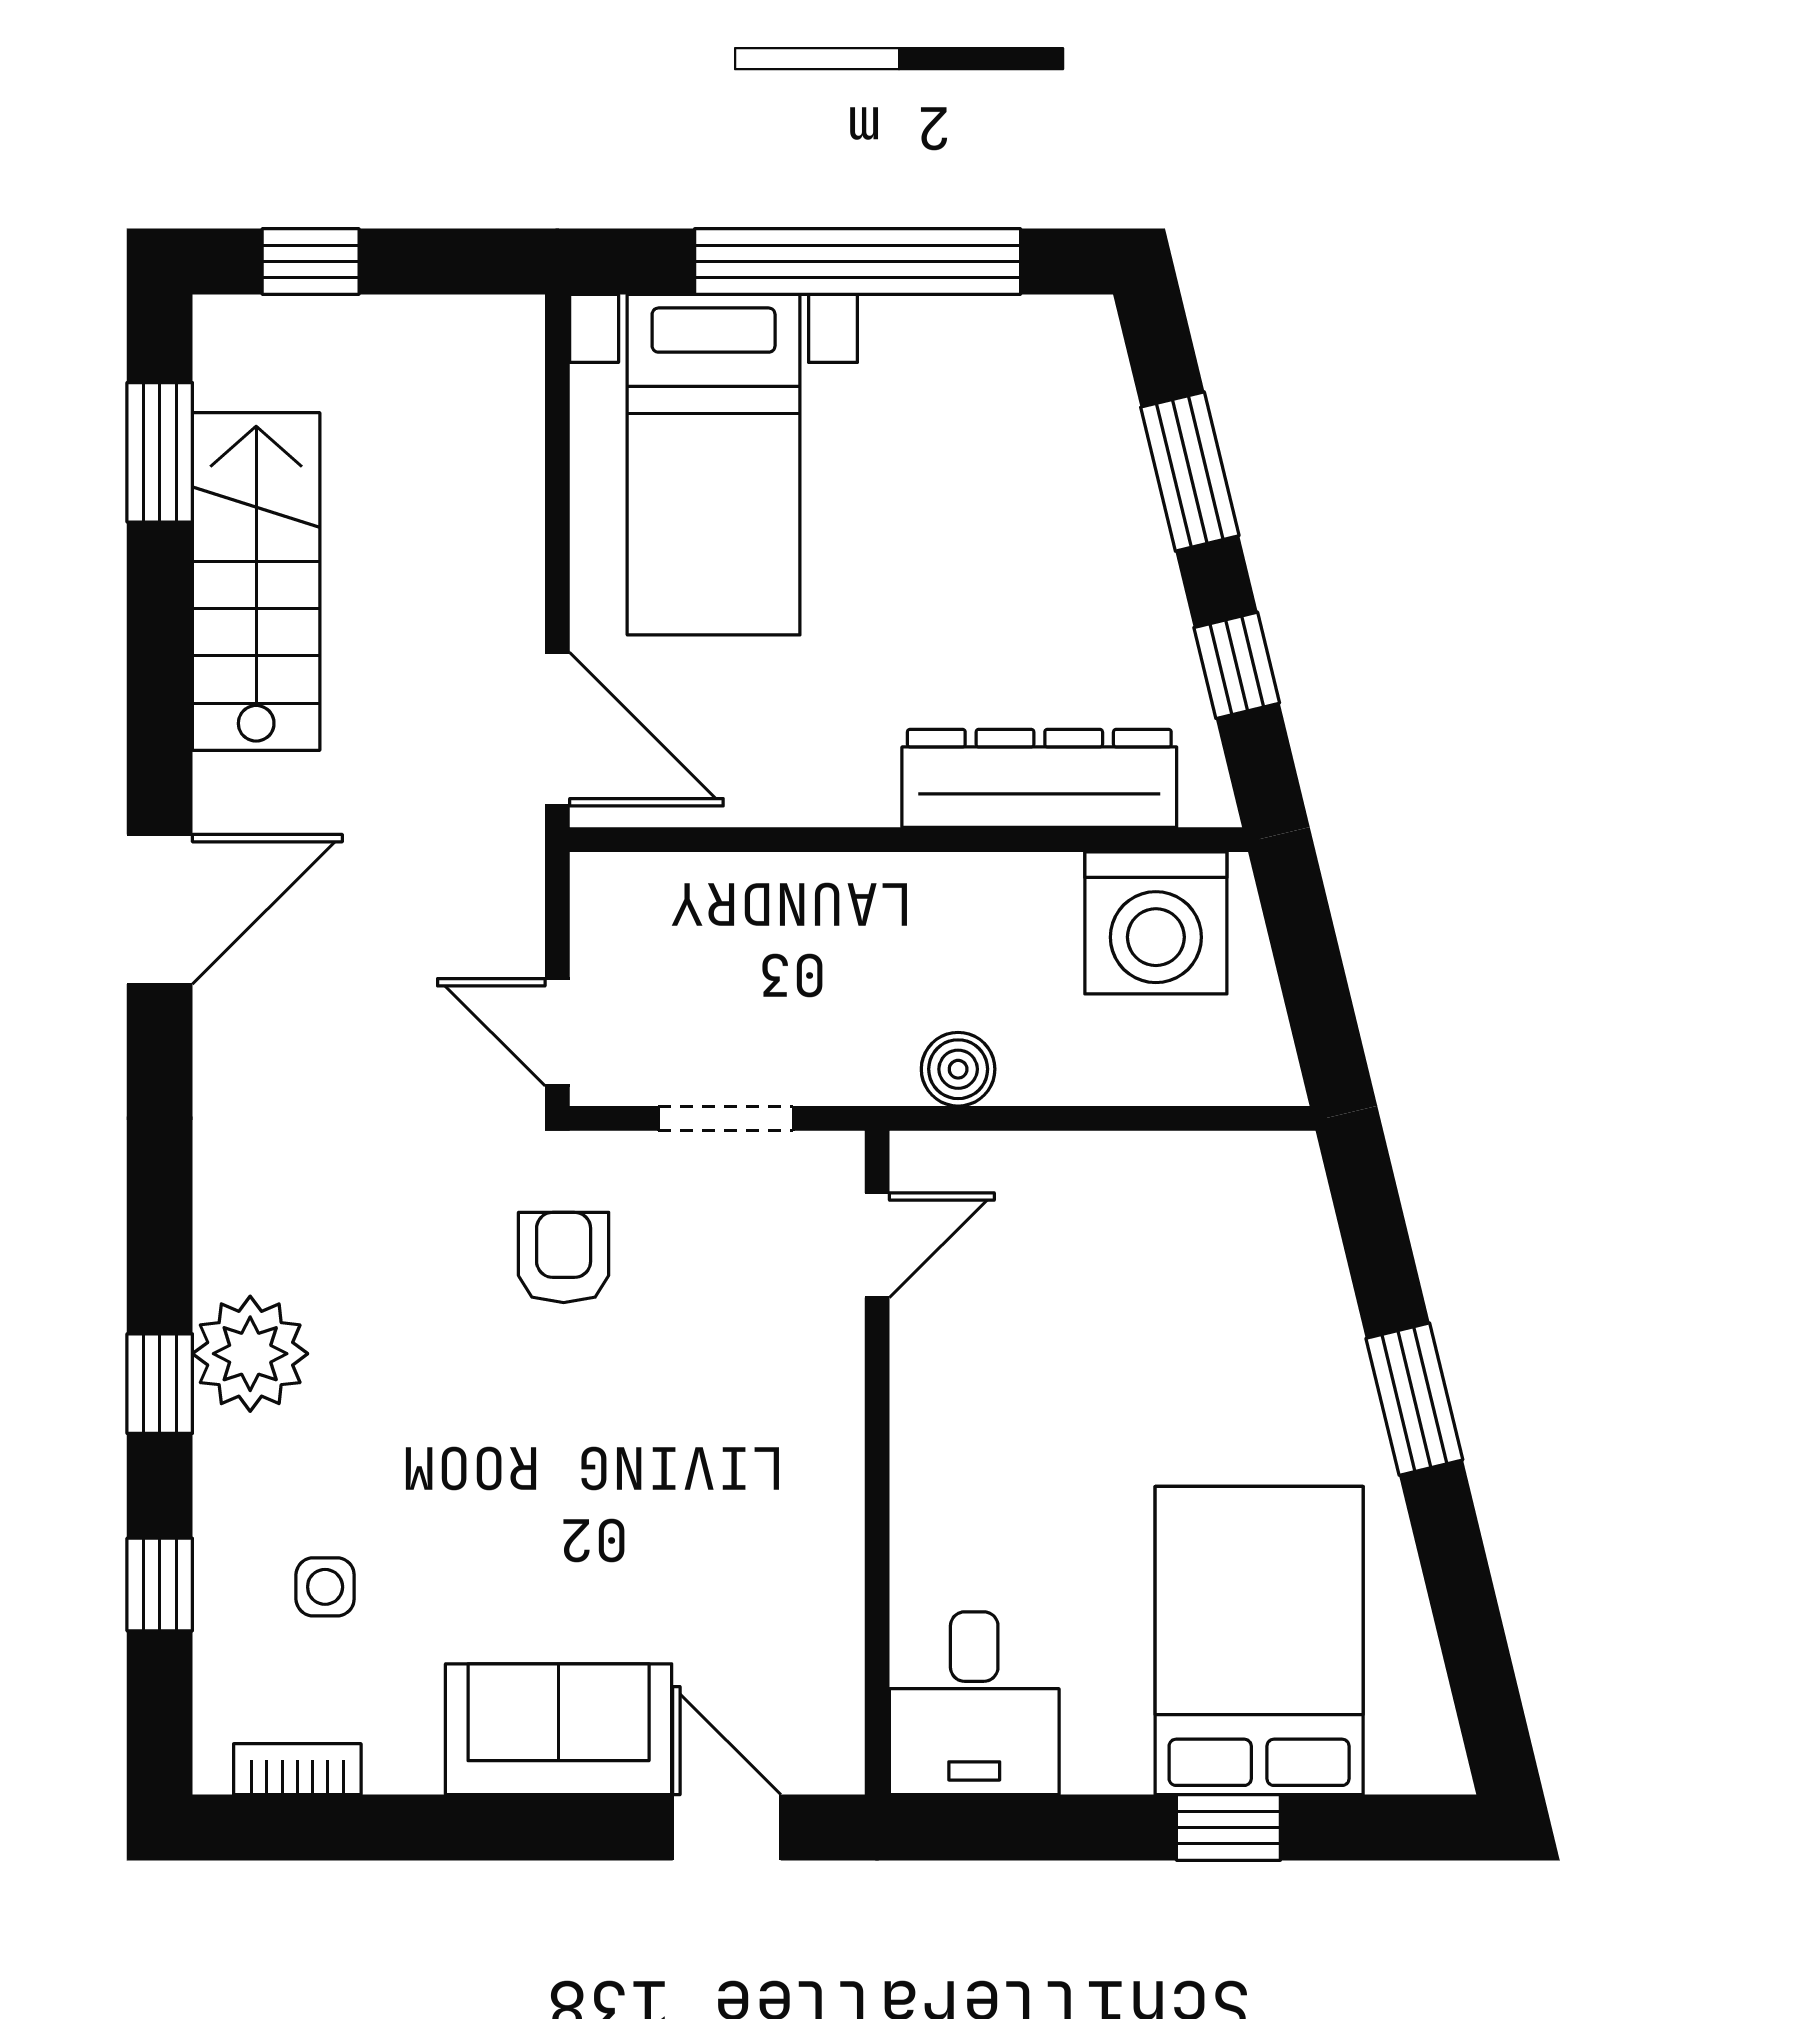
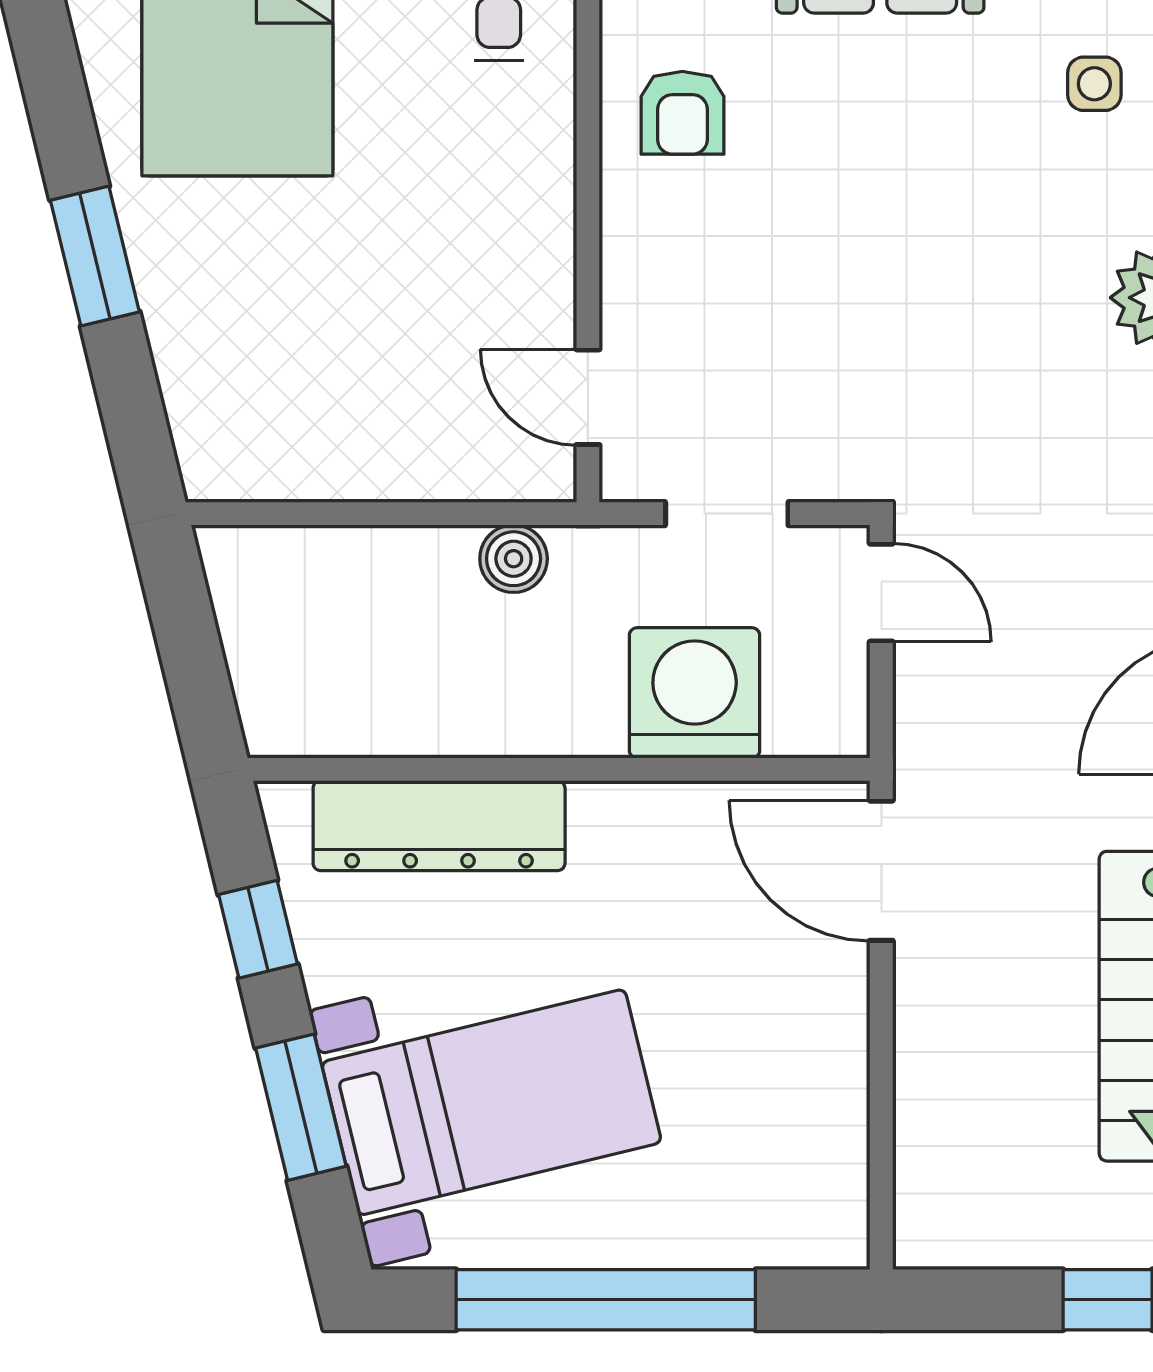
bed with nightstands: (714, 465) -> (492, 1102), moved, turned 76
washing machine: (1156, 923) -> (695, 693), moved
door: (877, 1245) -> (588, 397), hinge flipped
armchair: (564, 1257) -> (682, 113), moved

